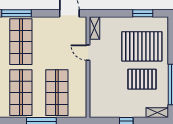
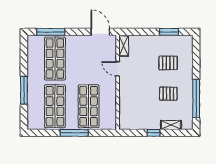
pallet: (142, 46) -> (168, 63), width x0.49, depth x0.50
pallet: (142, 79) -> (168, 94), width x0.67, depth x0.71
shelving: (157, 113) -> (171, 125), moved

